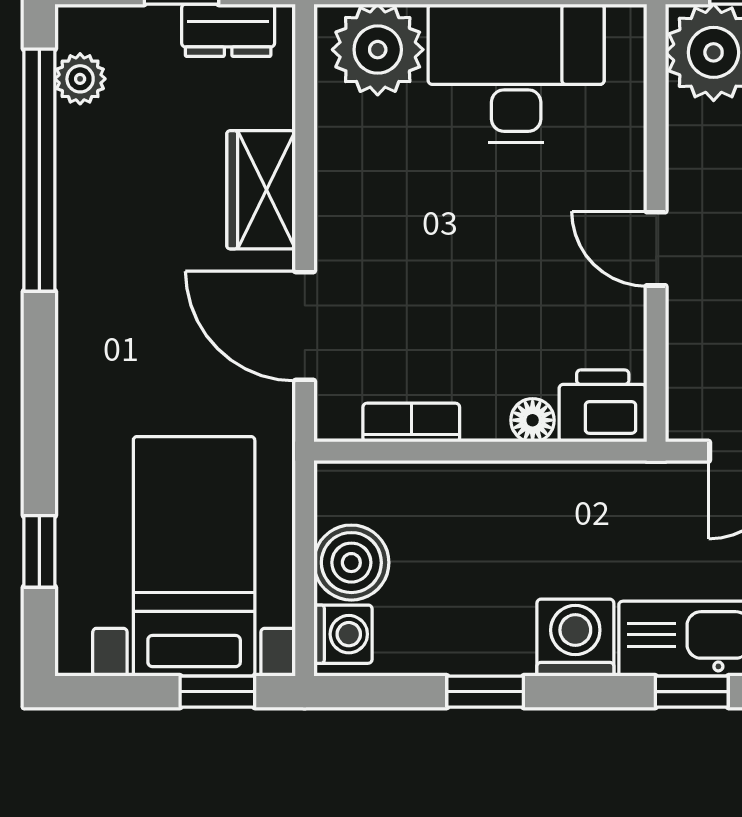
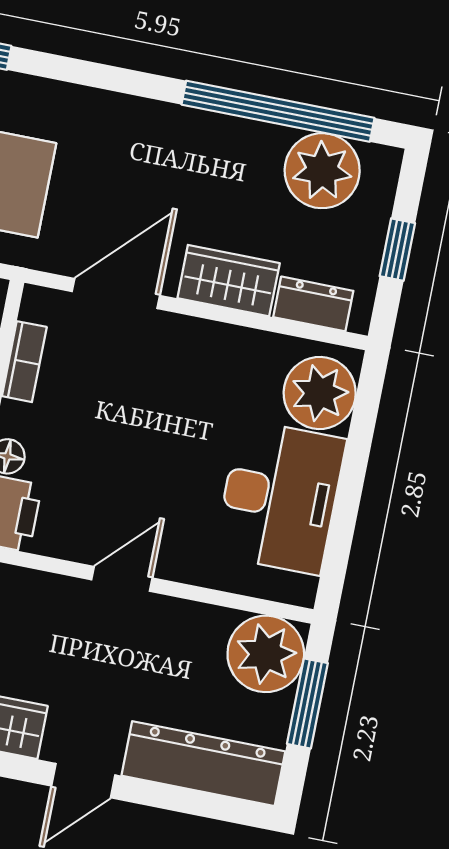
dresser: (228, 30) -> (313, 304), moved, turned 90
plant: (80, 79) -> (322, 171), width x1.88, depth x1.88

